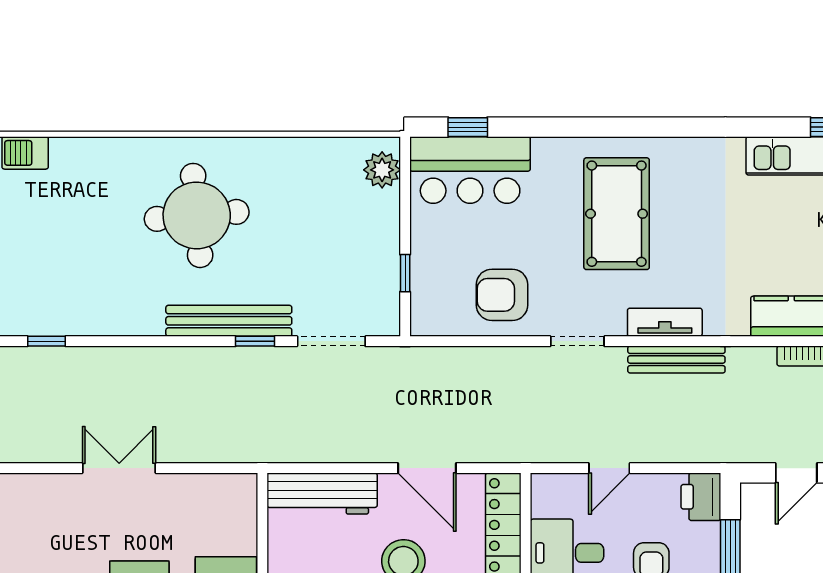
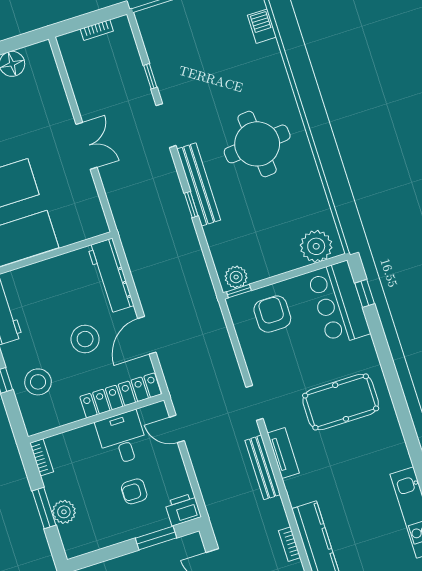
plant: (382, 170) -> (316, 246), width x1.36, depth x1.36
window: (405, 273) -> (239, 291), moved
armchair: (502, 295) -> (272, 314), moved
plant: (383, 309) -> (236, 277), added
doorway: (331, 341) -> (166, 126), moved
door: (609, 468) -> (177, 429), moved

